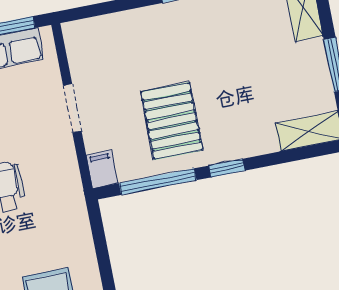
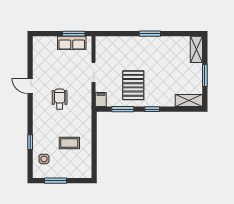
window: (158, 182) -> (123, 109), width x0.69

